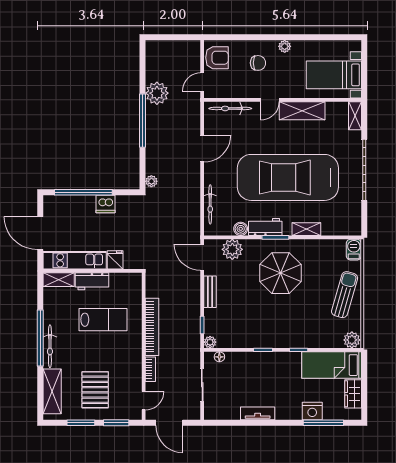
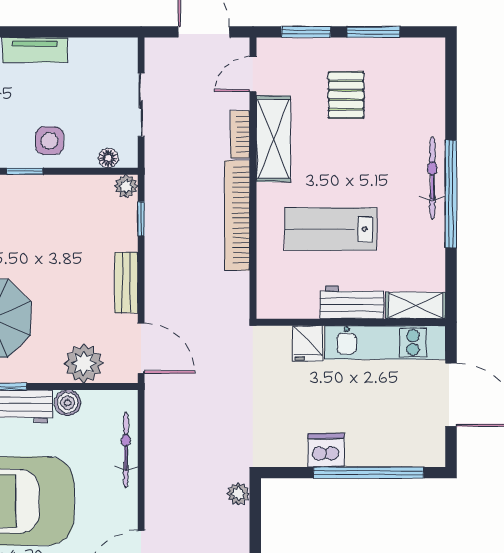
side table: (250, 366) -> (50, 141), added
pallet: (95, 390) -> (346, 95), width x0.67, depth x0.71
shelving: (52, 391) -> (273, 139), moved

